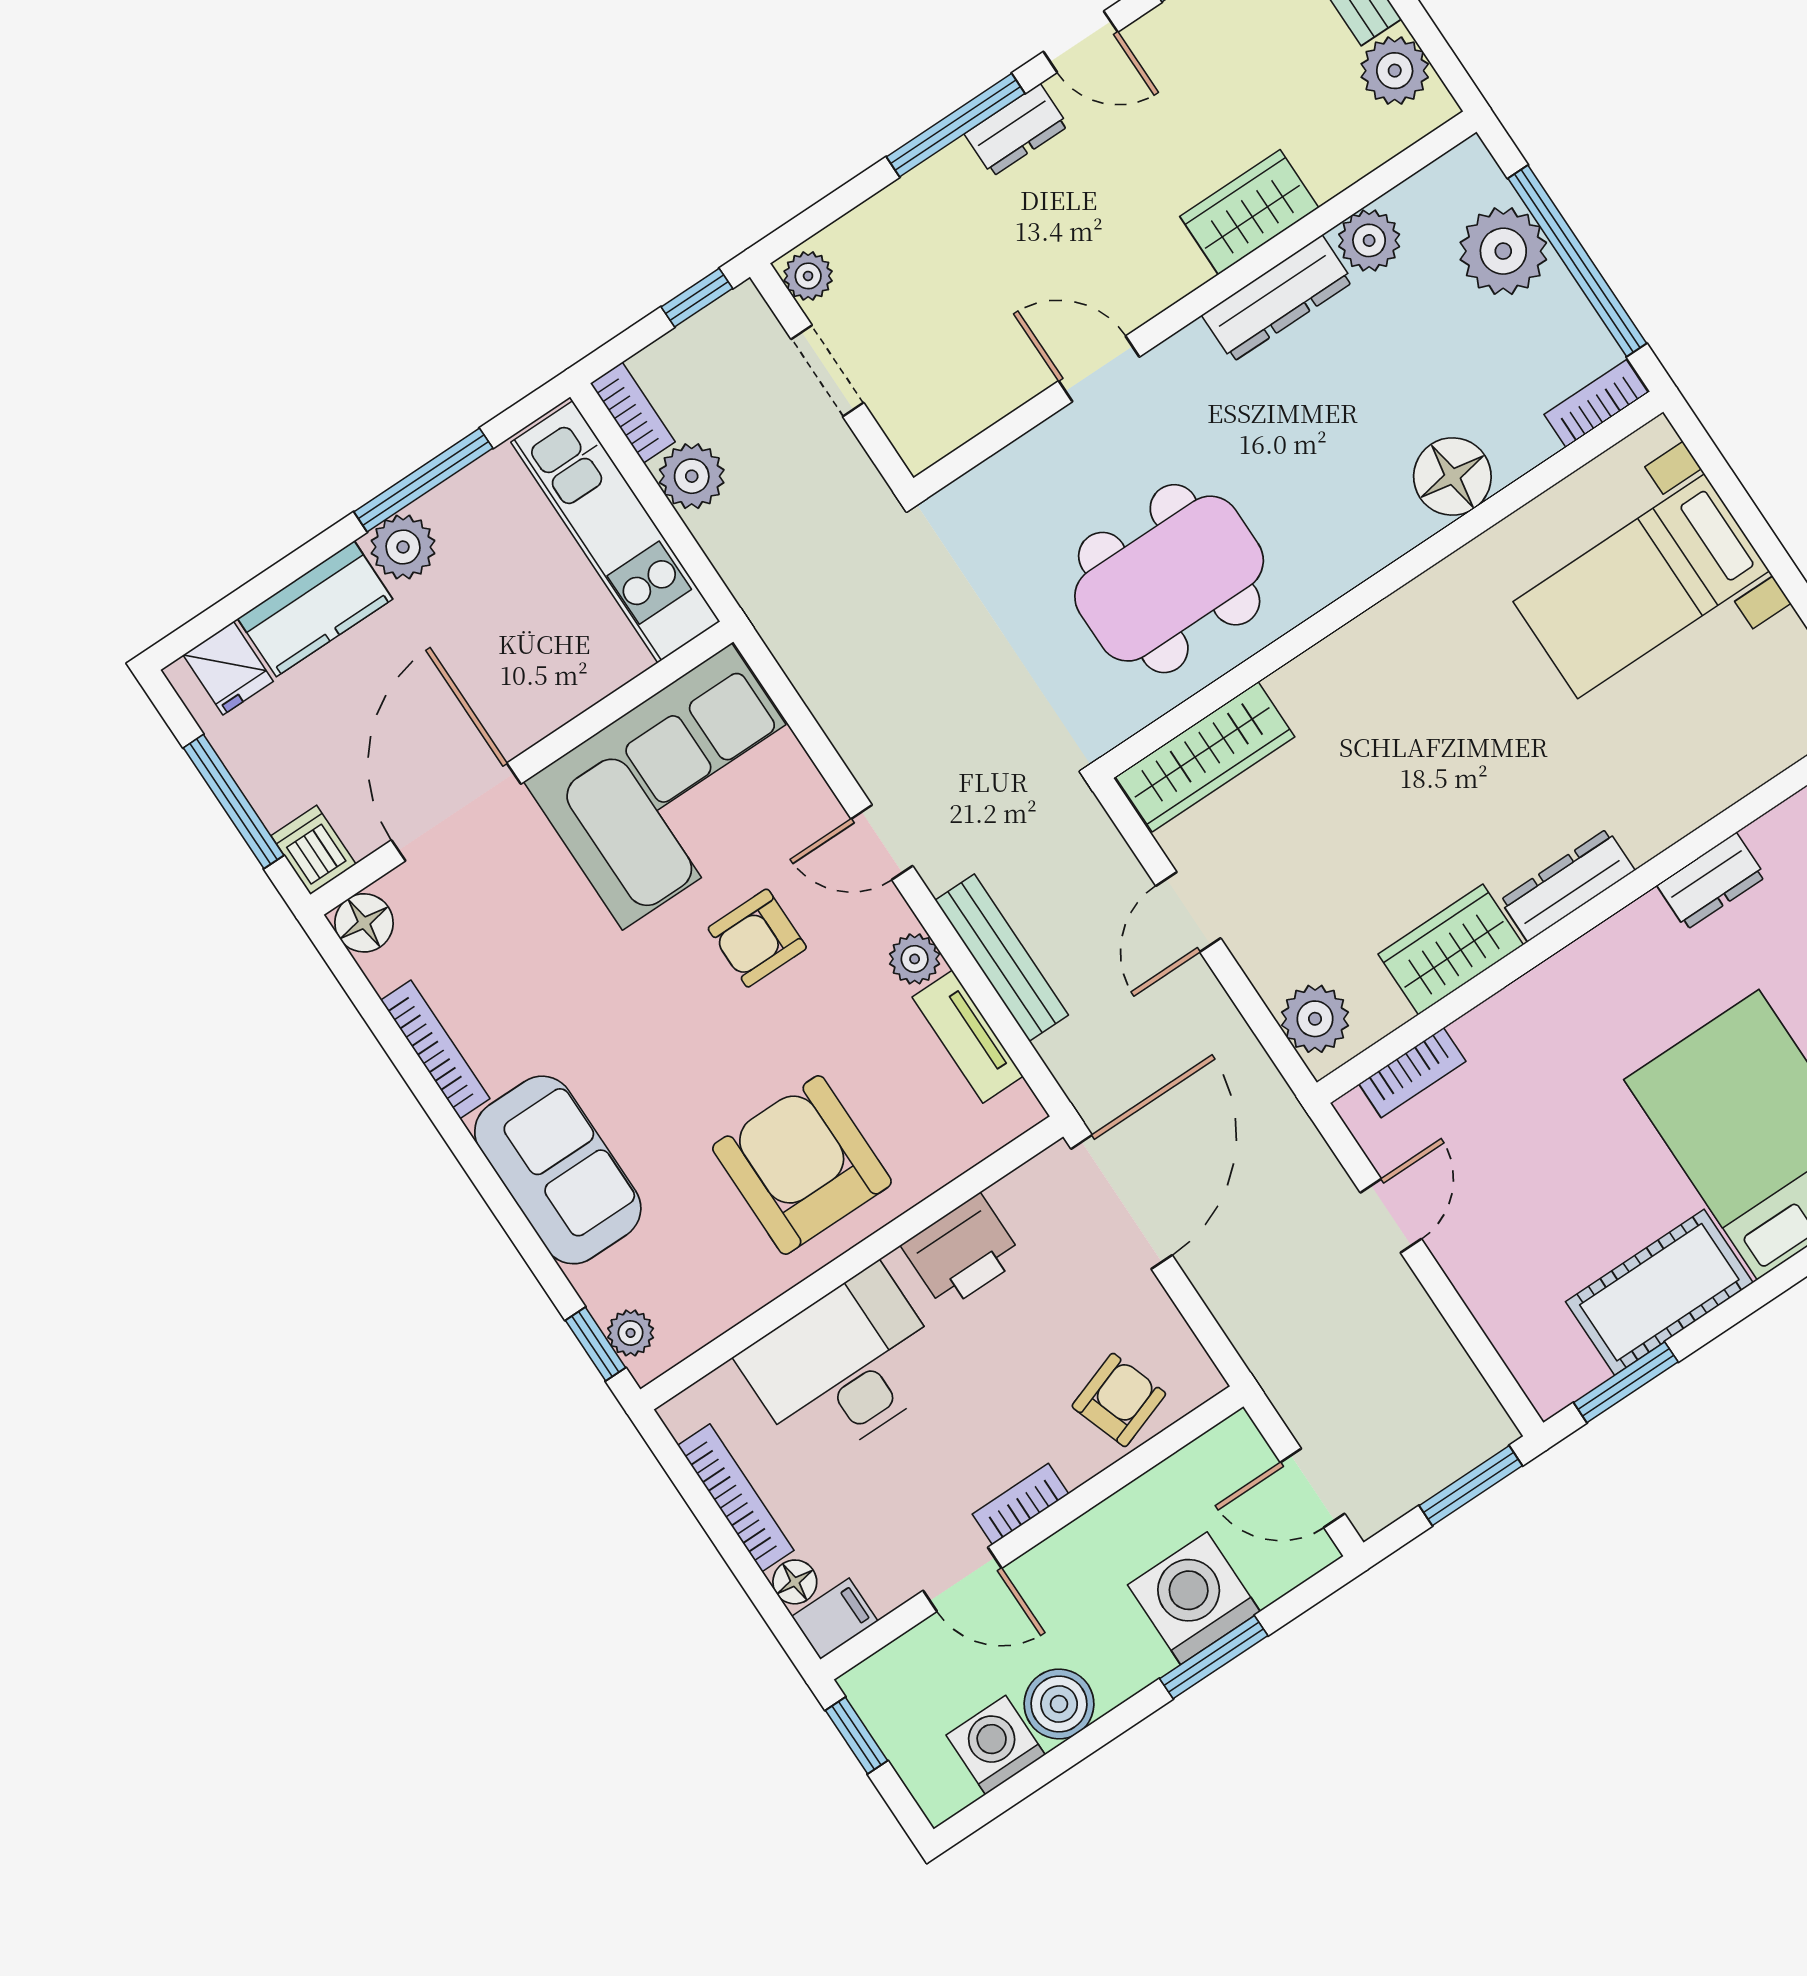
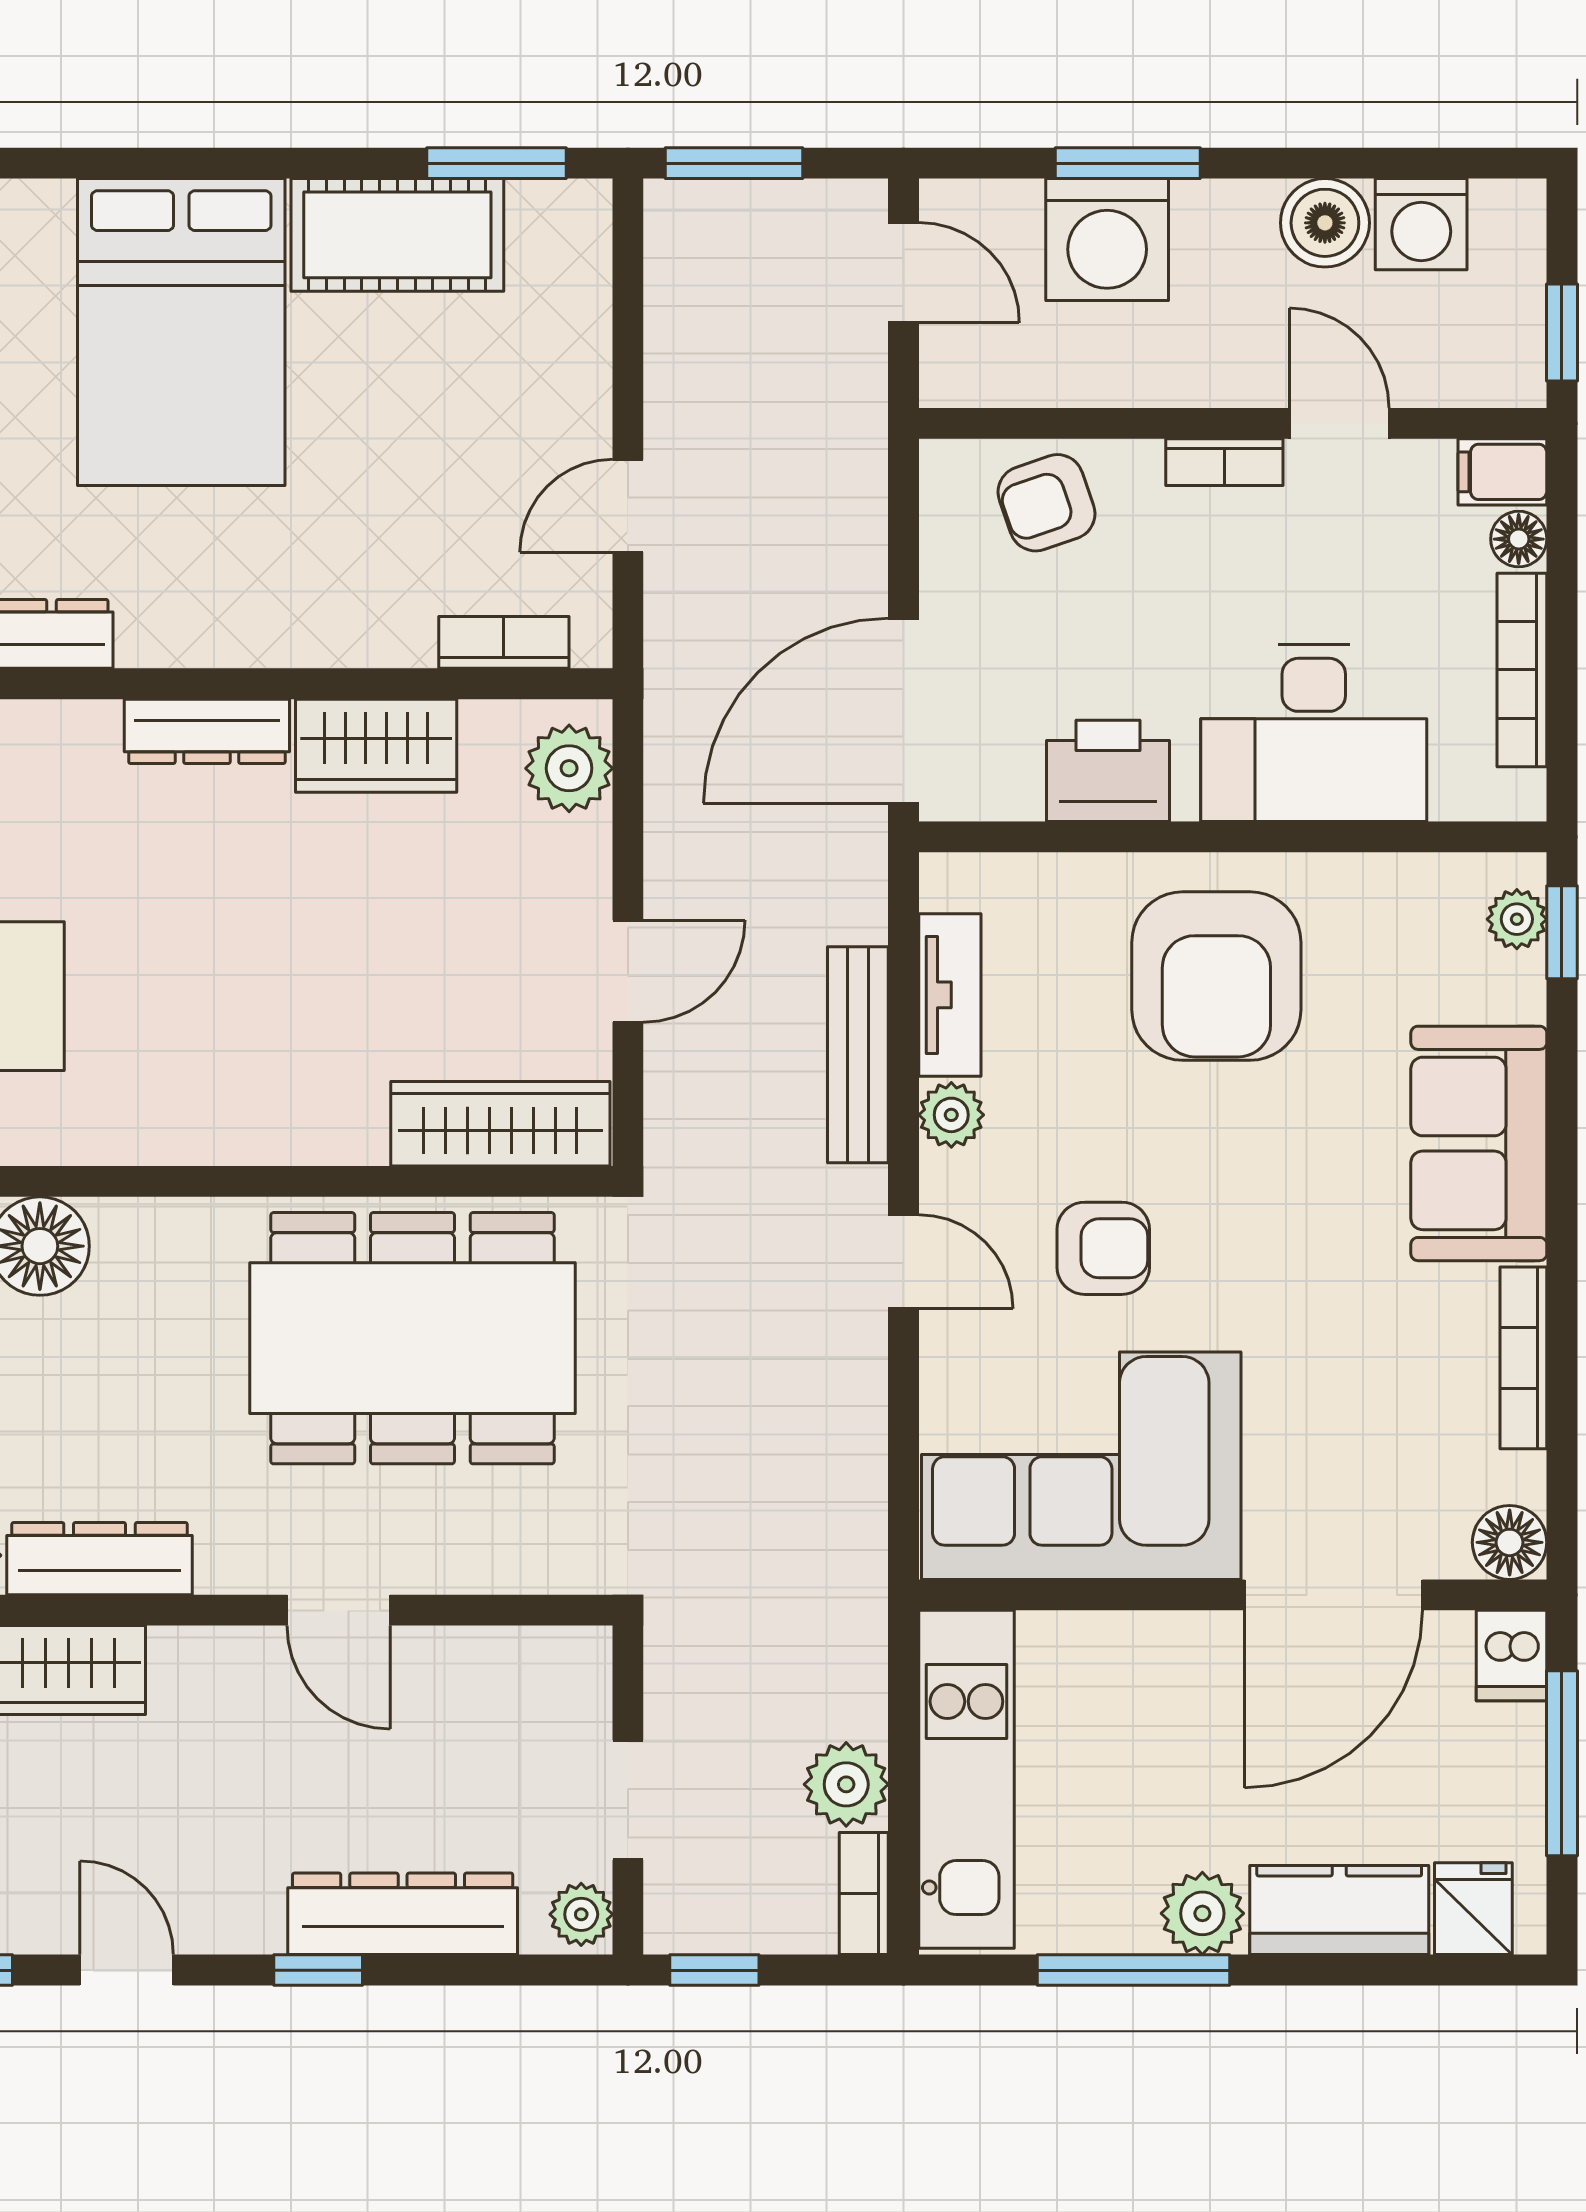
window: (956, 125) -> (318, 1970), width x0.46
dresser: (1016, 130) -> (403, 1914), moved, width x1.96, depth x1.24
dining table: (1169, 579) -> (412, 1338), width x1.36, depth x1.24

